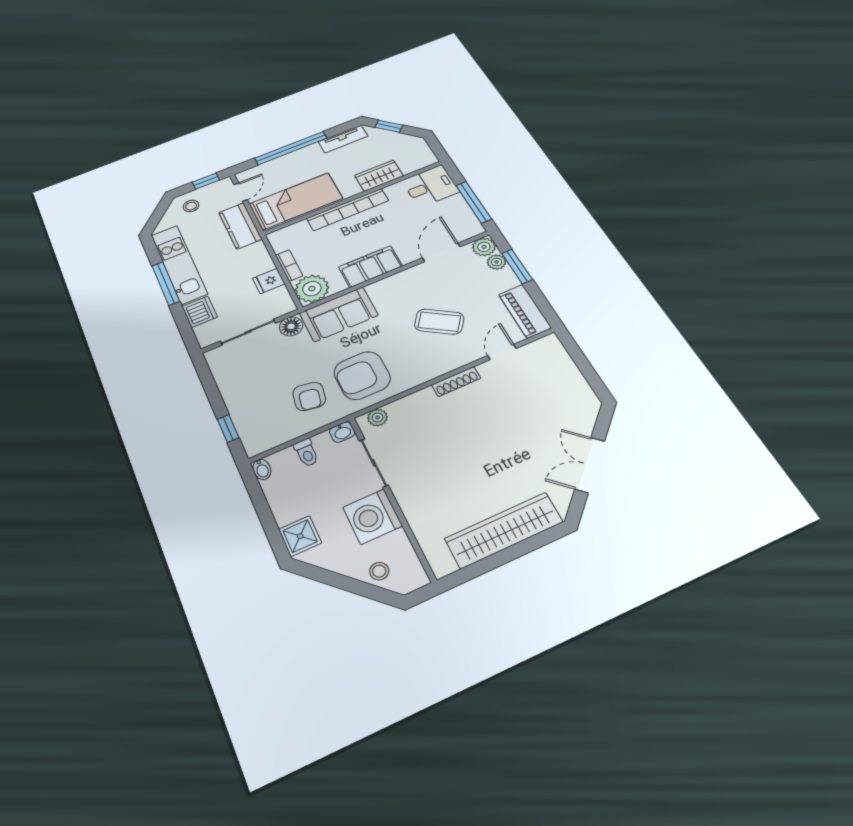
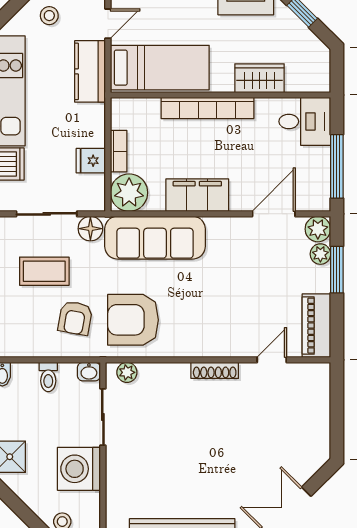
sofa: (339, 314) -> (155, 238), width x1.36
coffee table: (439, 322) -> (44, 271), moved, turned -35

